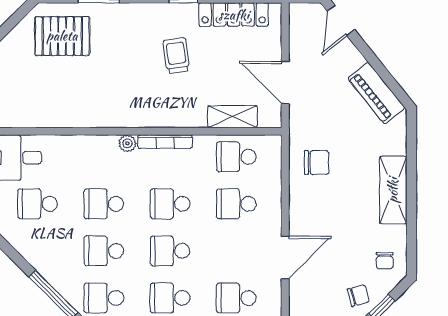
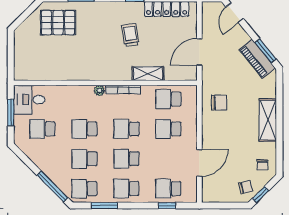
window: (389, 80) -> (265, 51), added
door: (285, 83) -> (199, 52), hinge flipped
shelving: (233, 117) -> (148, 74), moved

